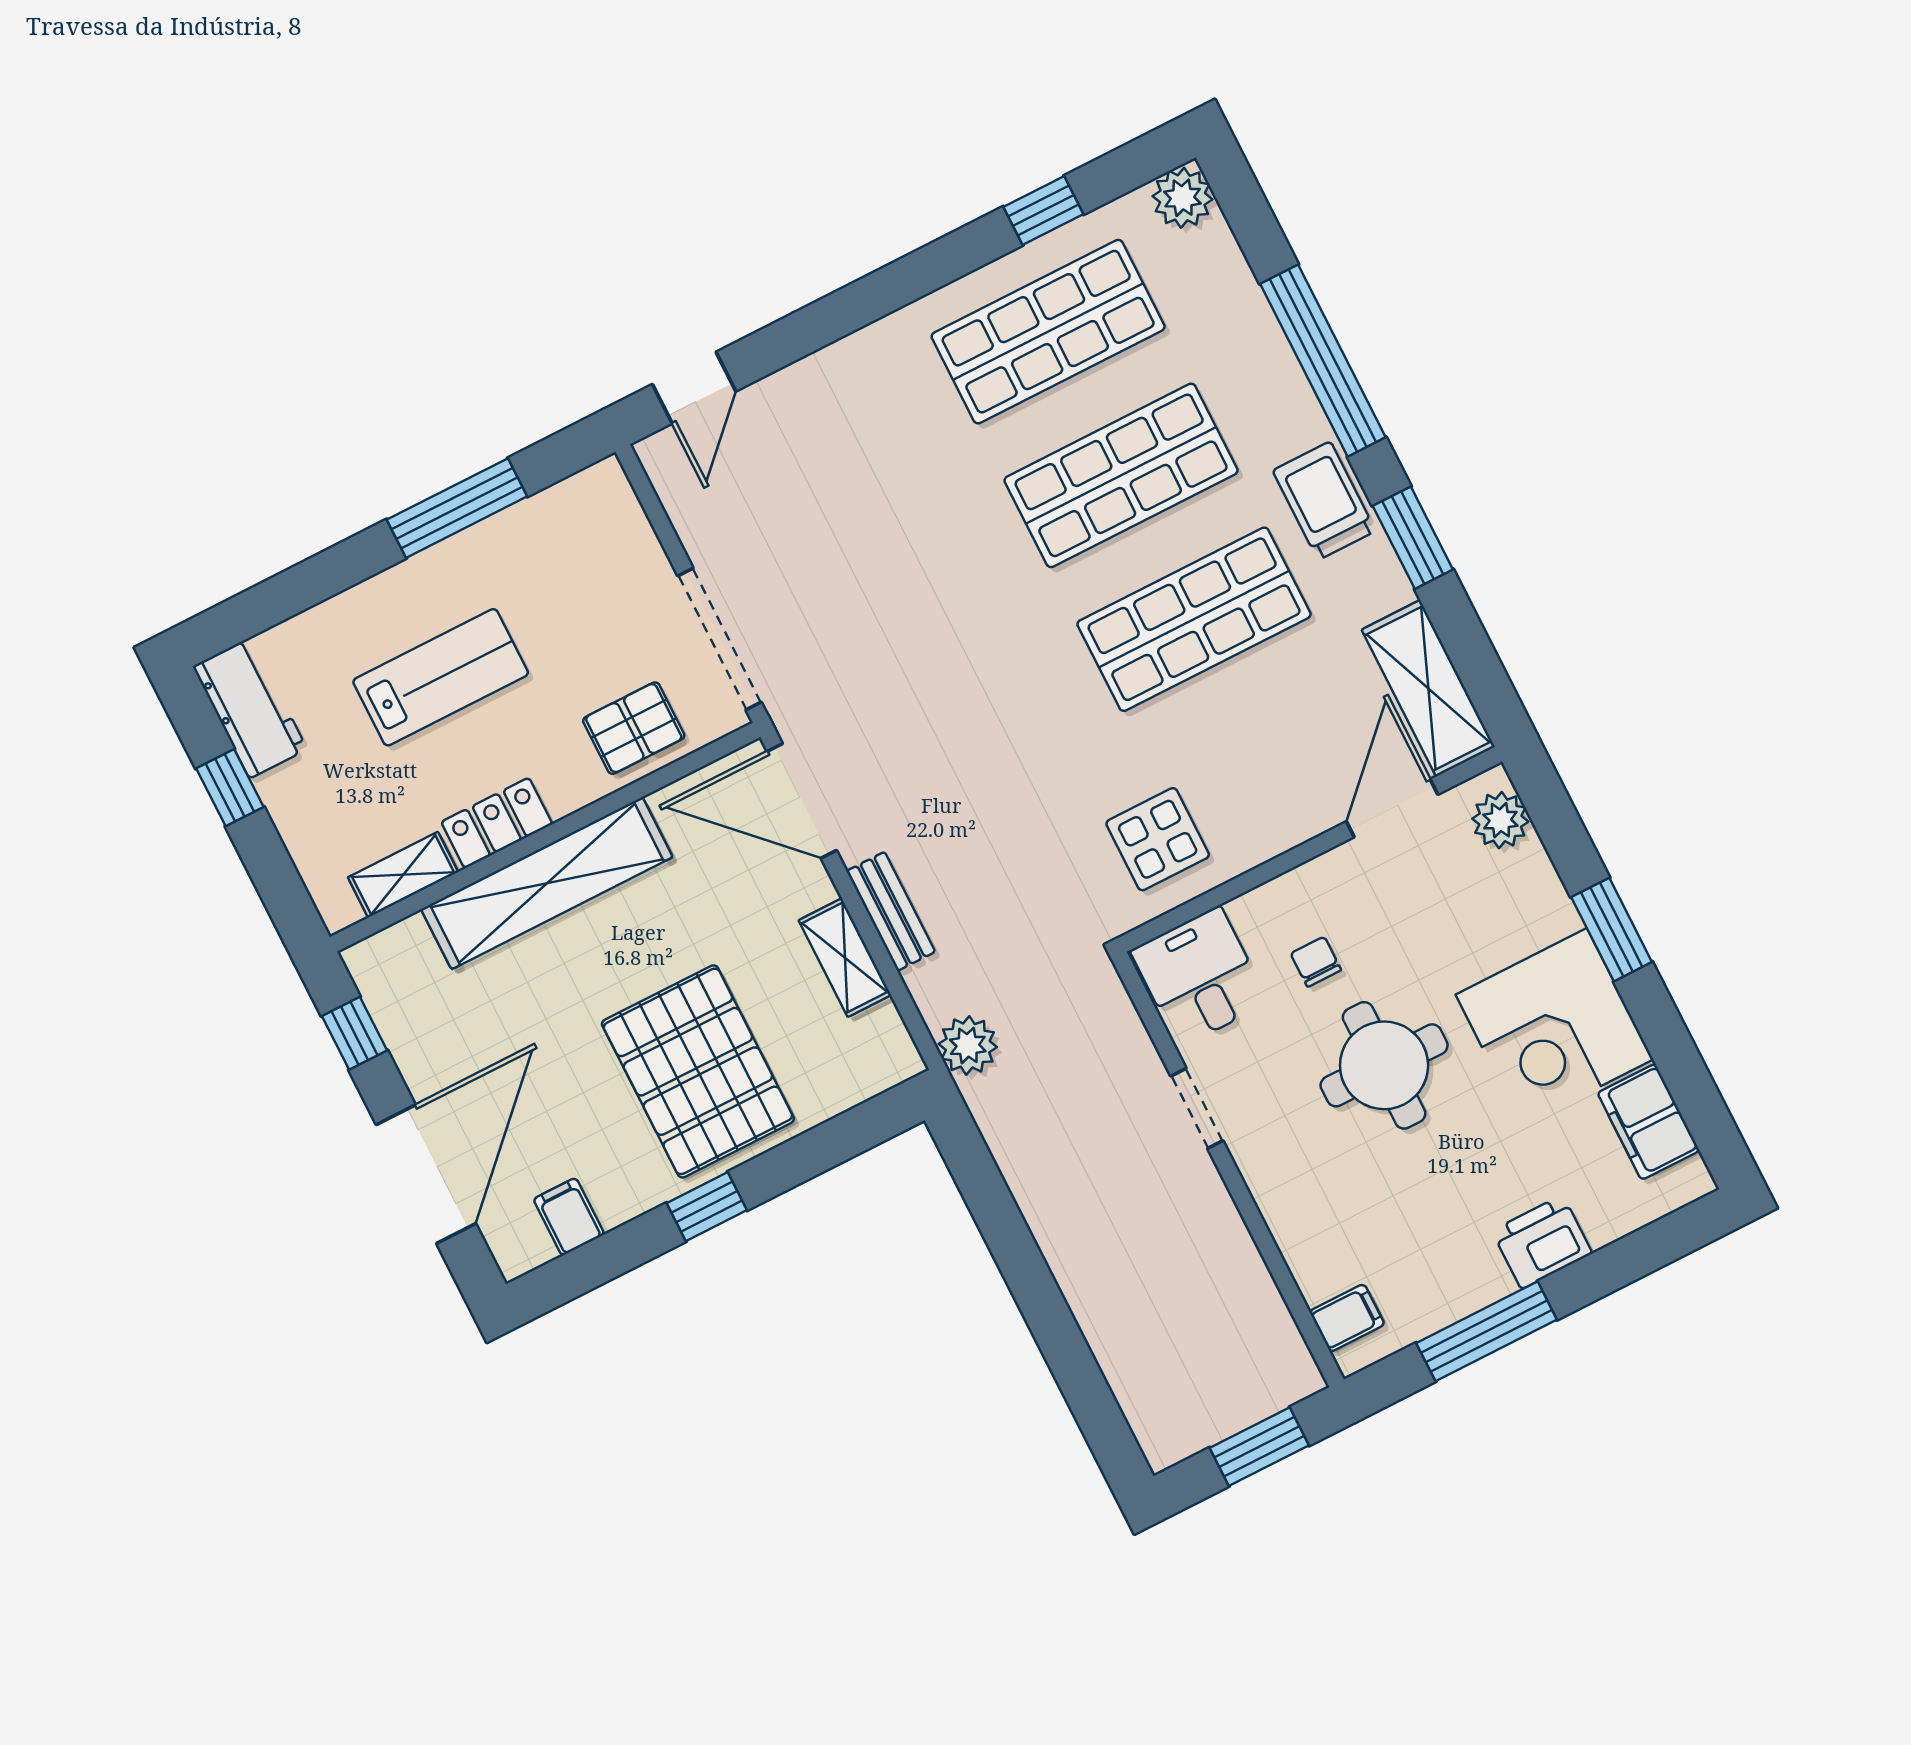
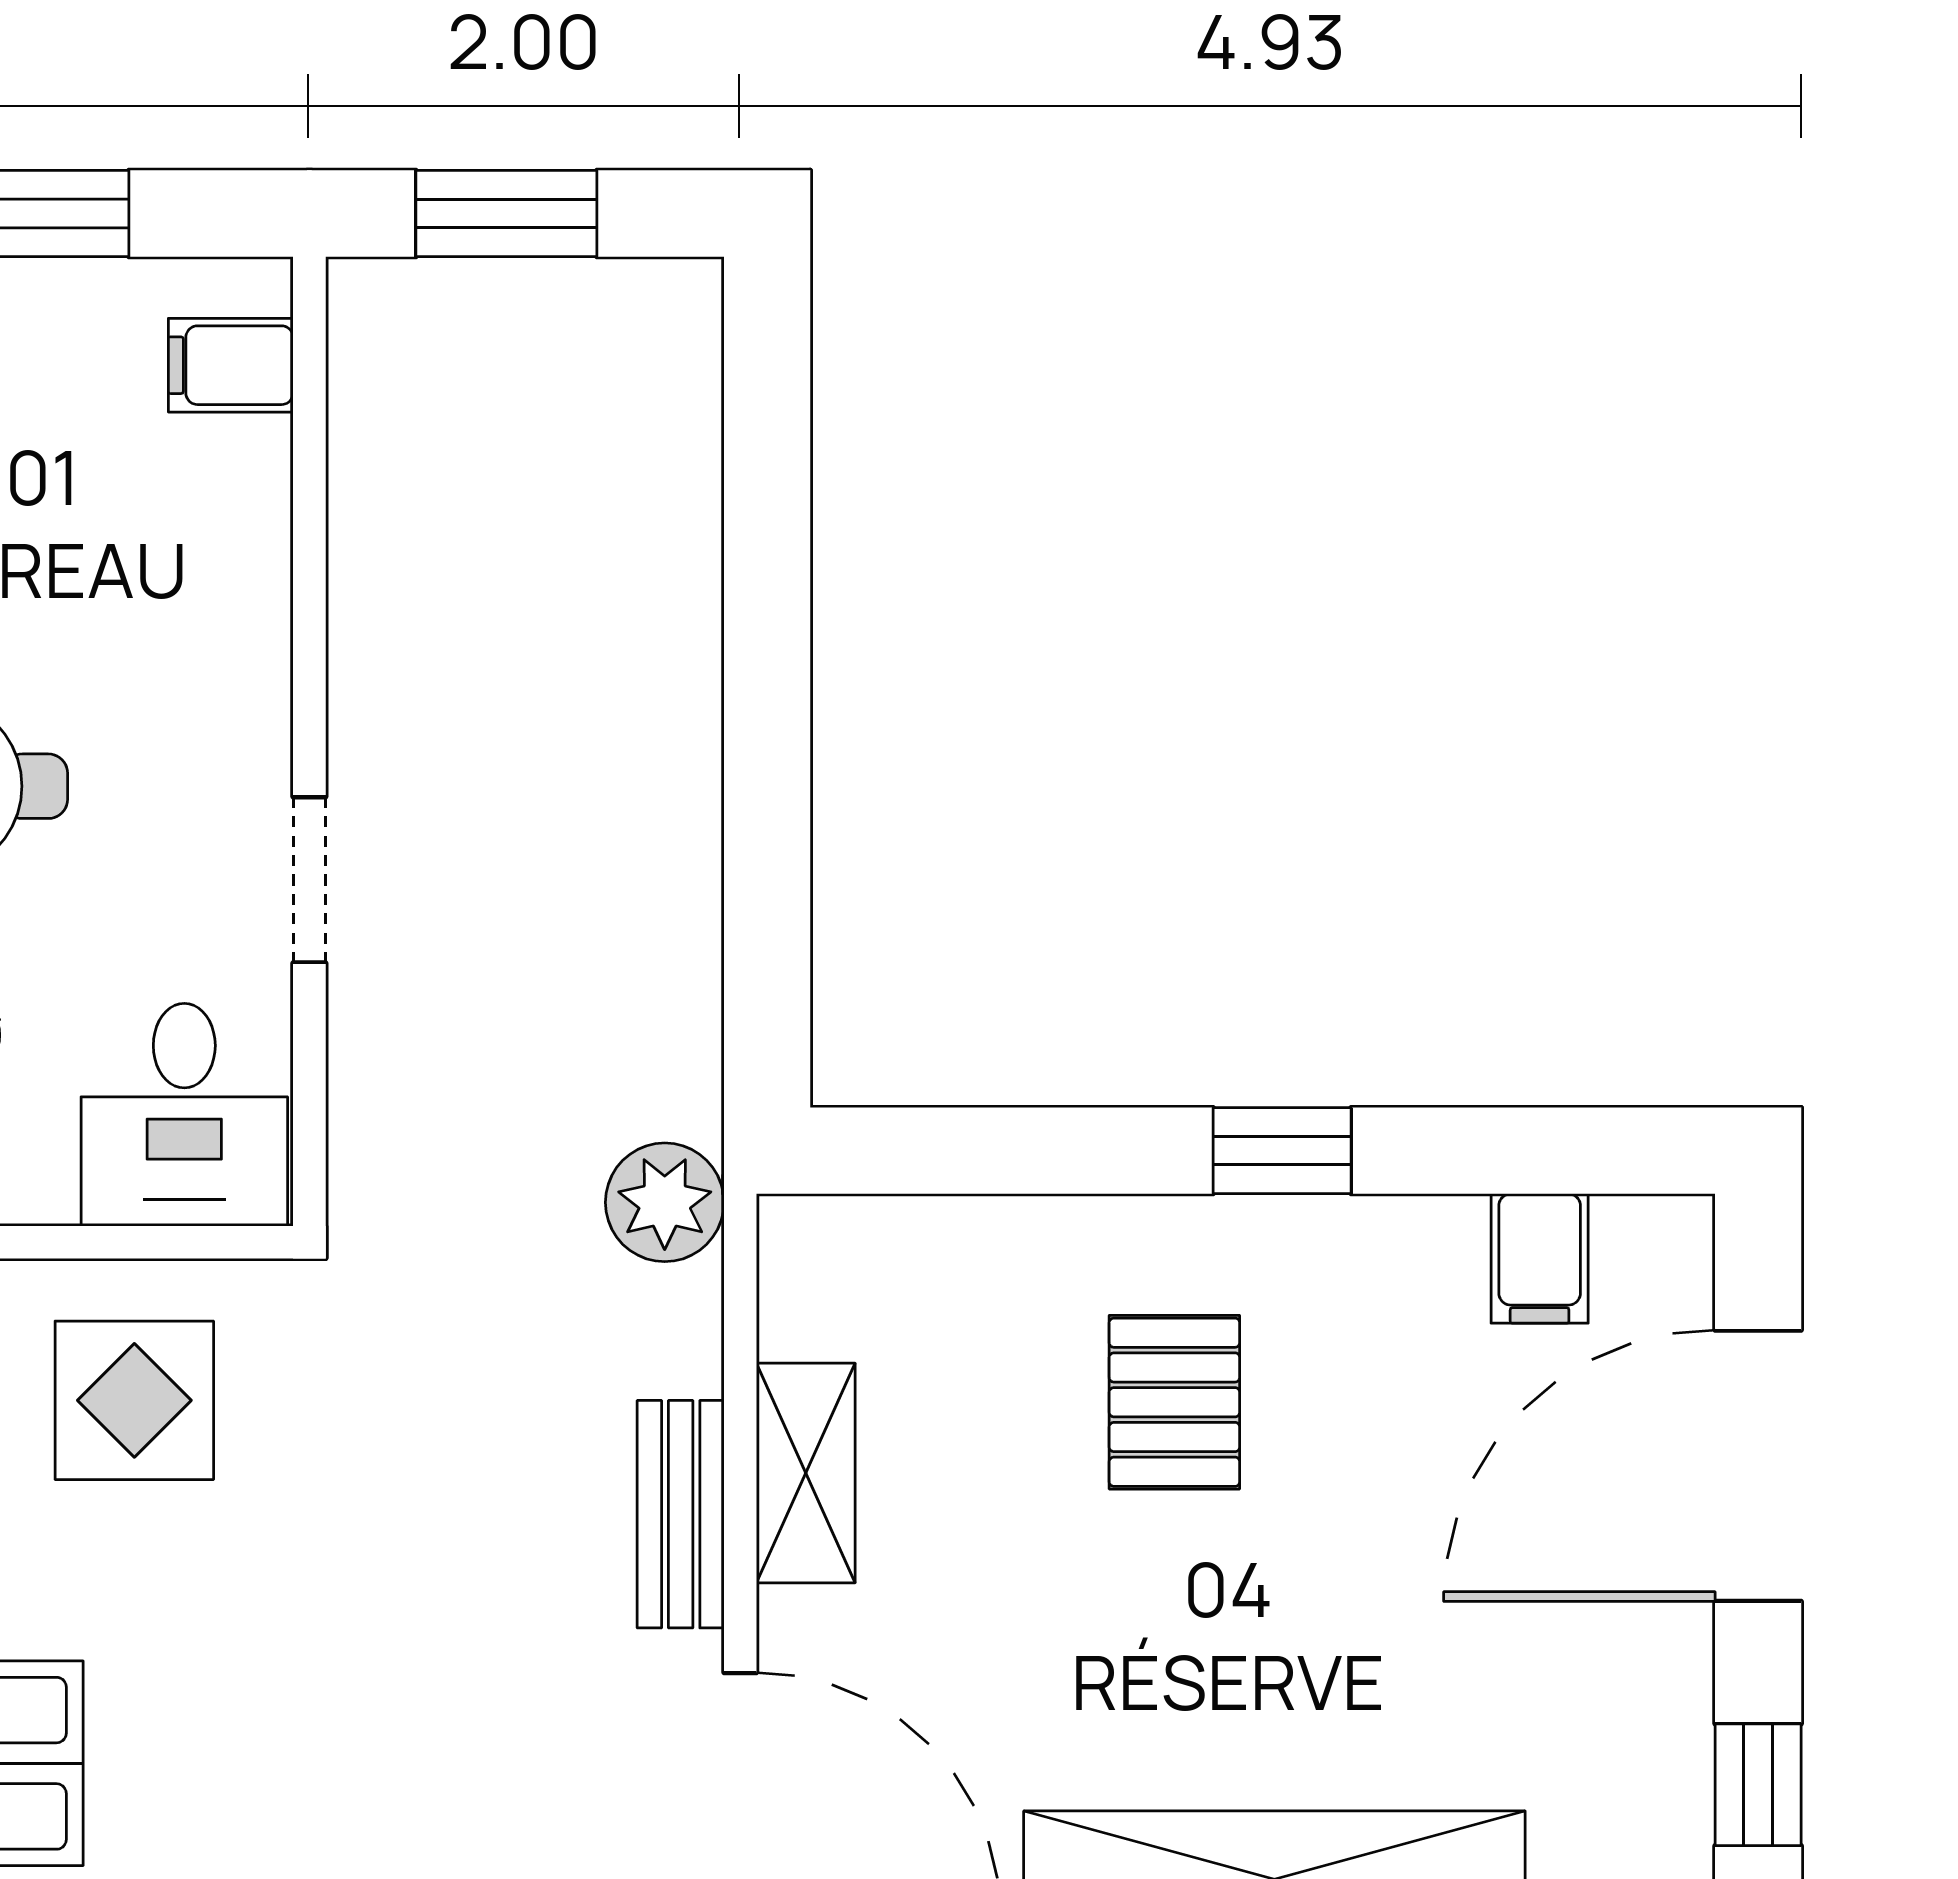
pallet: (698, 1071) -> (1174, 1402), width x0.49, depth x0.50

